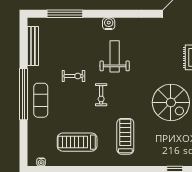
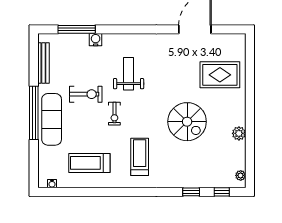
water cooler: (109, 24) -> (96, 40), moved
exercise bike: (74, 76) -> (86, 94), width x1.38, depth x1.39
exercise mat: (41, 100) -> (52, 119), width x1.36, depth x1.45

